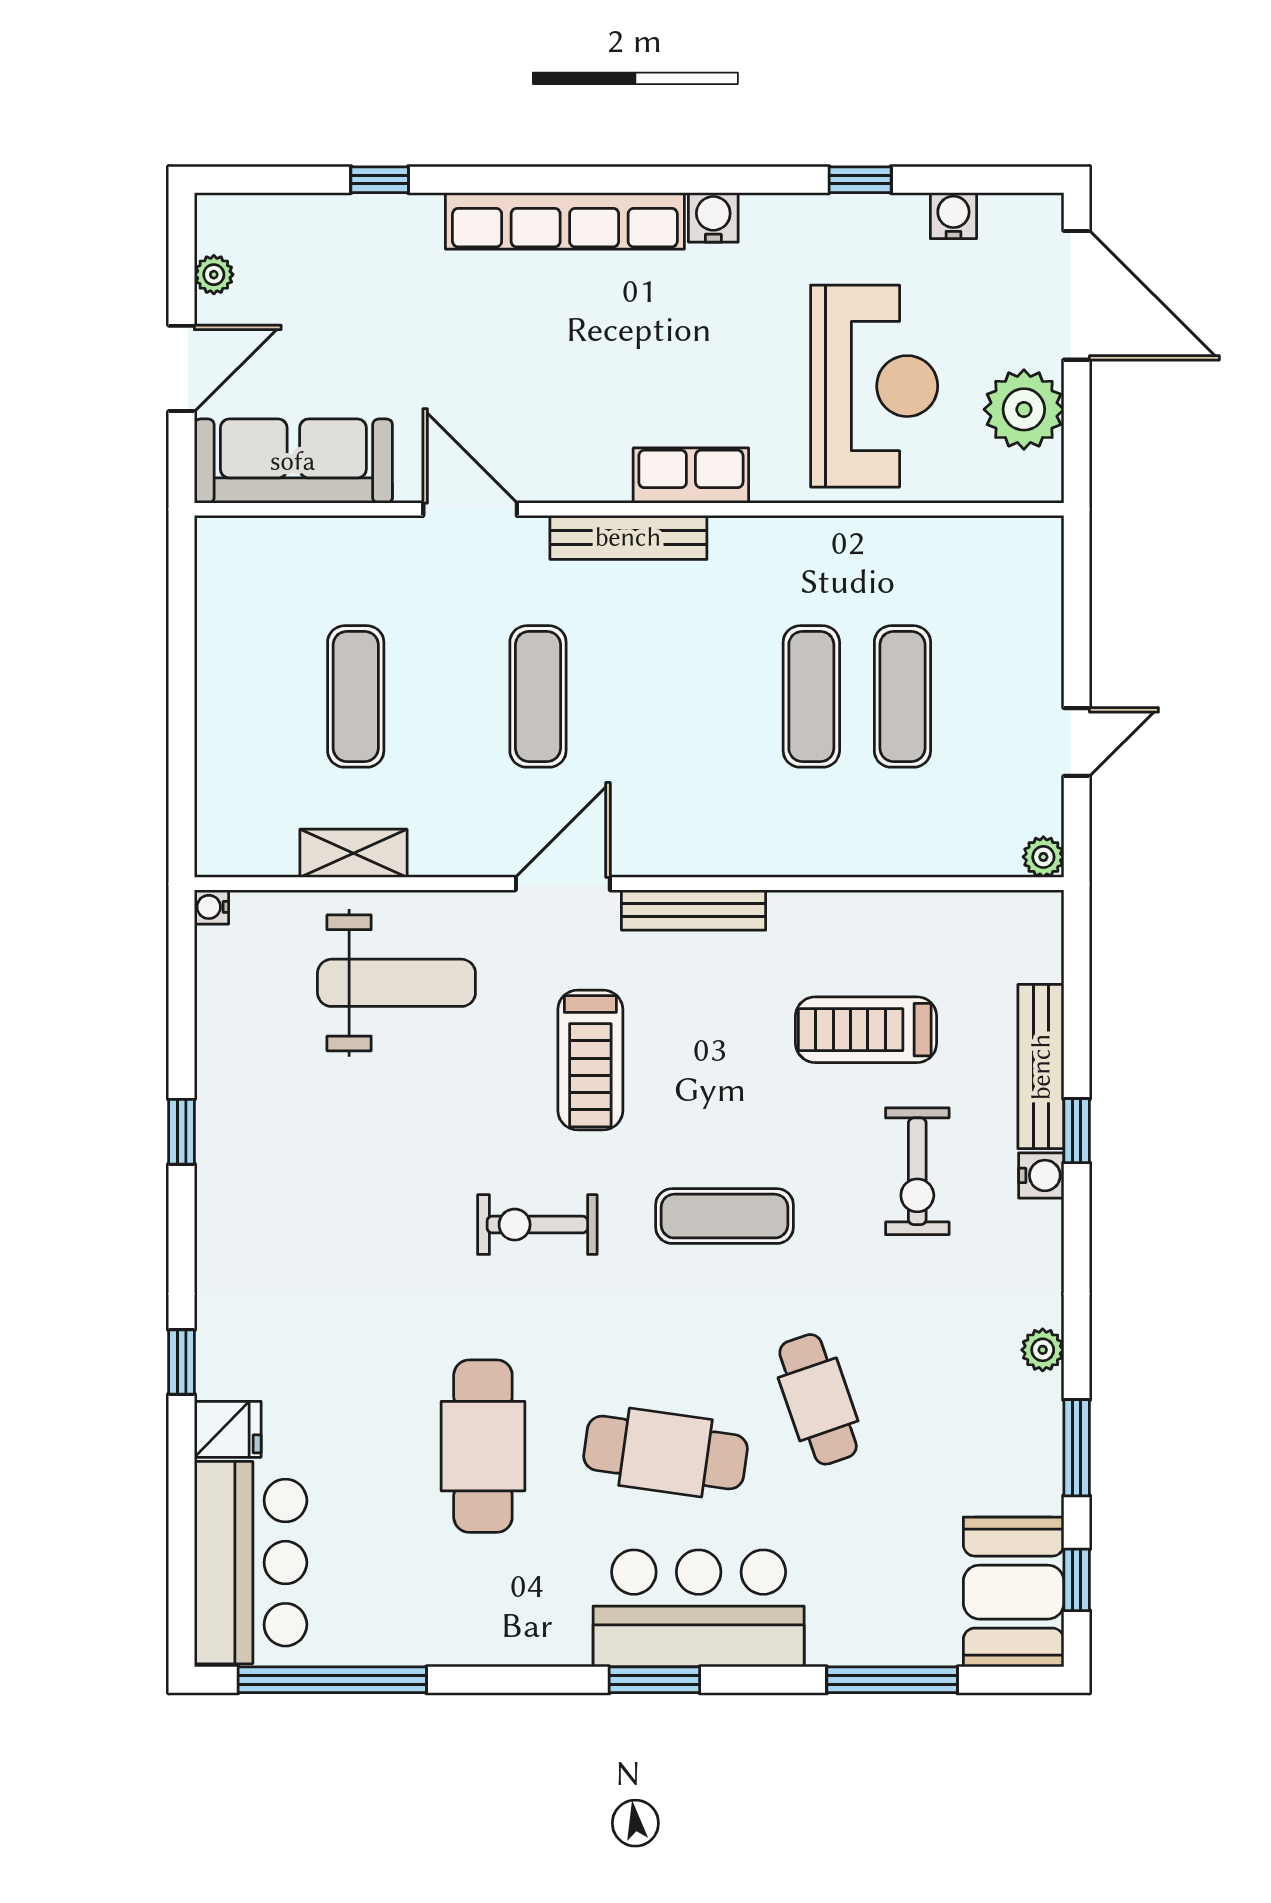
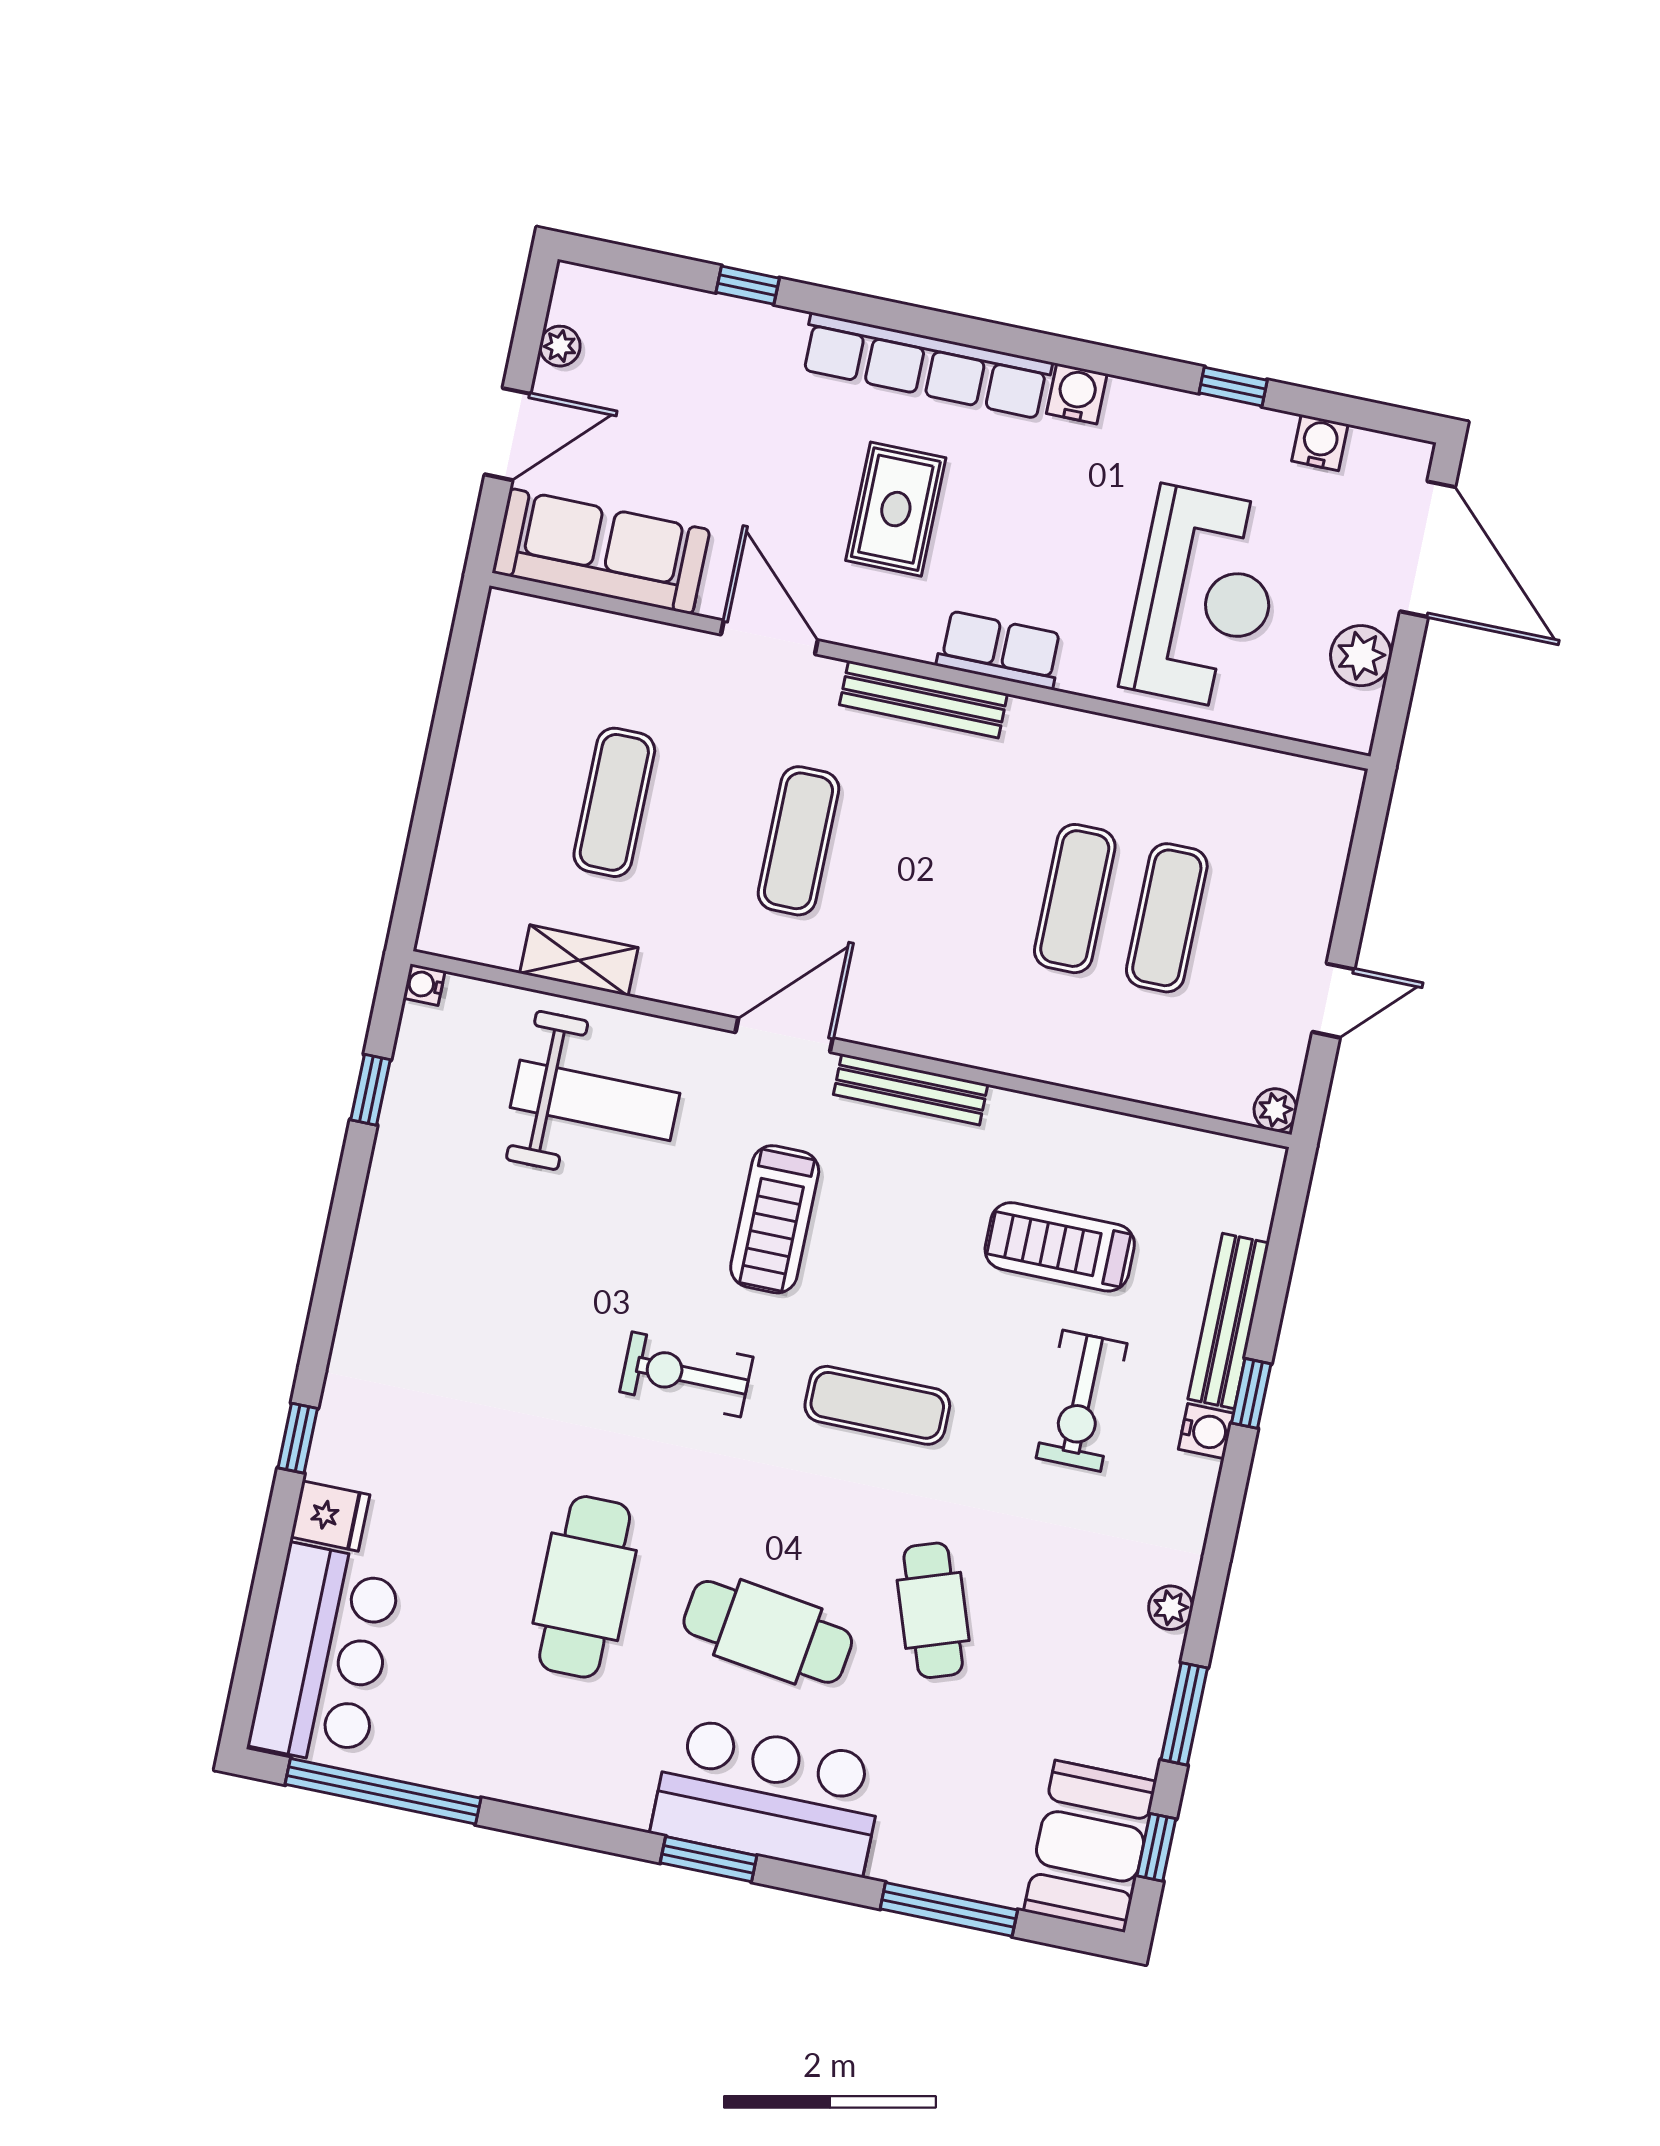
rug: (565, 363) -> (896, 509), added
plant: (1024, 409) -> (1361, 656), width x0.73, depth x0.73
window: (182, 1132) -> (371, 1090), moved

